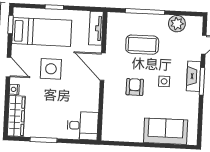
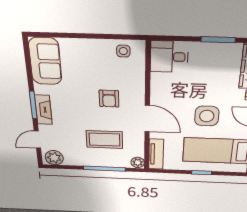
plant: (113, 19) -> (138, 162), added
plant: (177, 24) -> (54, 158), moved
side table: (164, 81) -> (123, 51), moved
sofa: (166, 131) -> (45, 61), moved, turned -90

